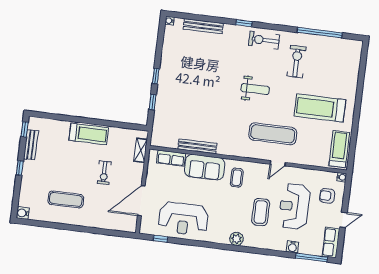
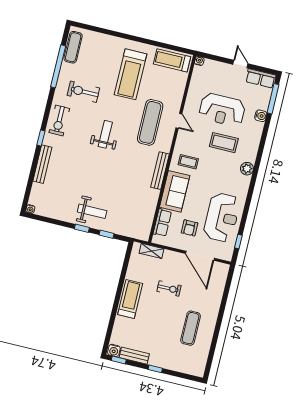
bench: (203, 26) -> (42, 164), moved
exercise mat: (341, 46) -> (73, 47), added
weight bench: (174, 84) -> (92, 211), added
bench: (197, 146) -> (160, 171), moved
armchair: (327, 196) -> (189, 228), moved
water cooler: (23, 213) -> (114, 350), moved

